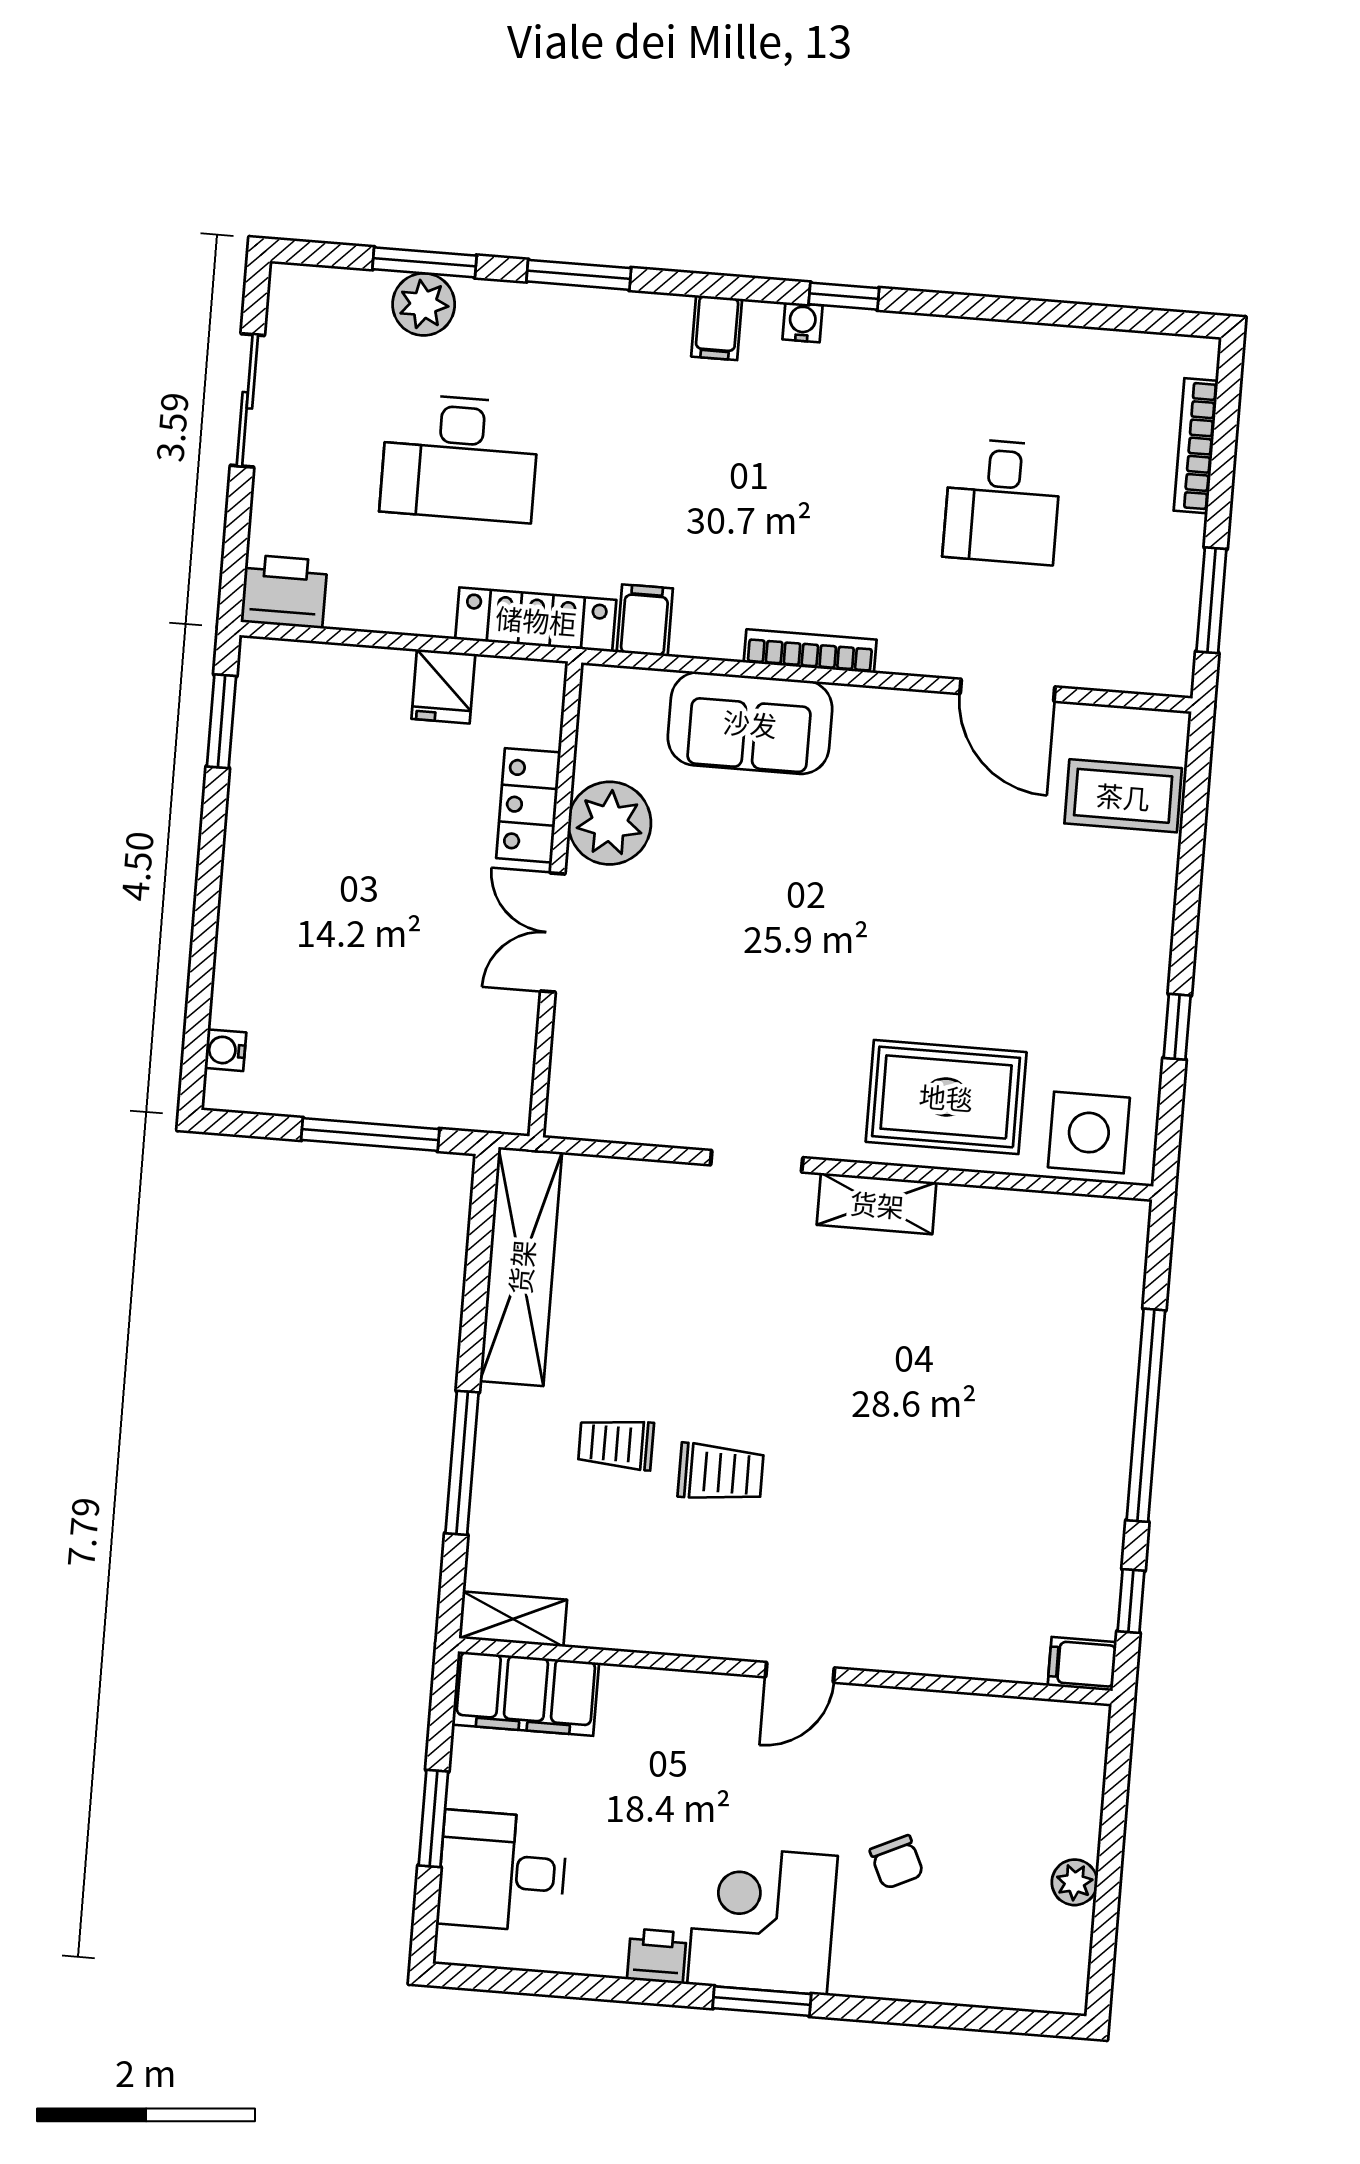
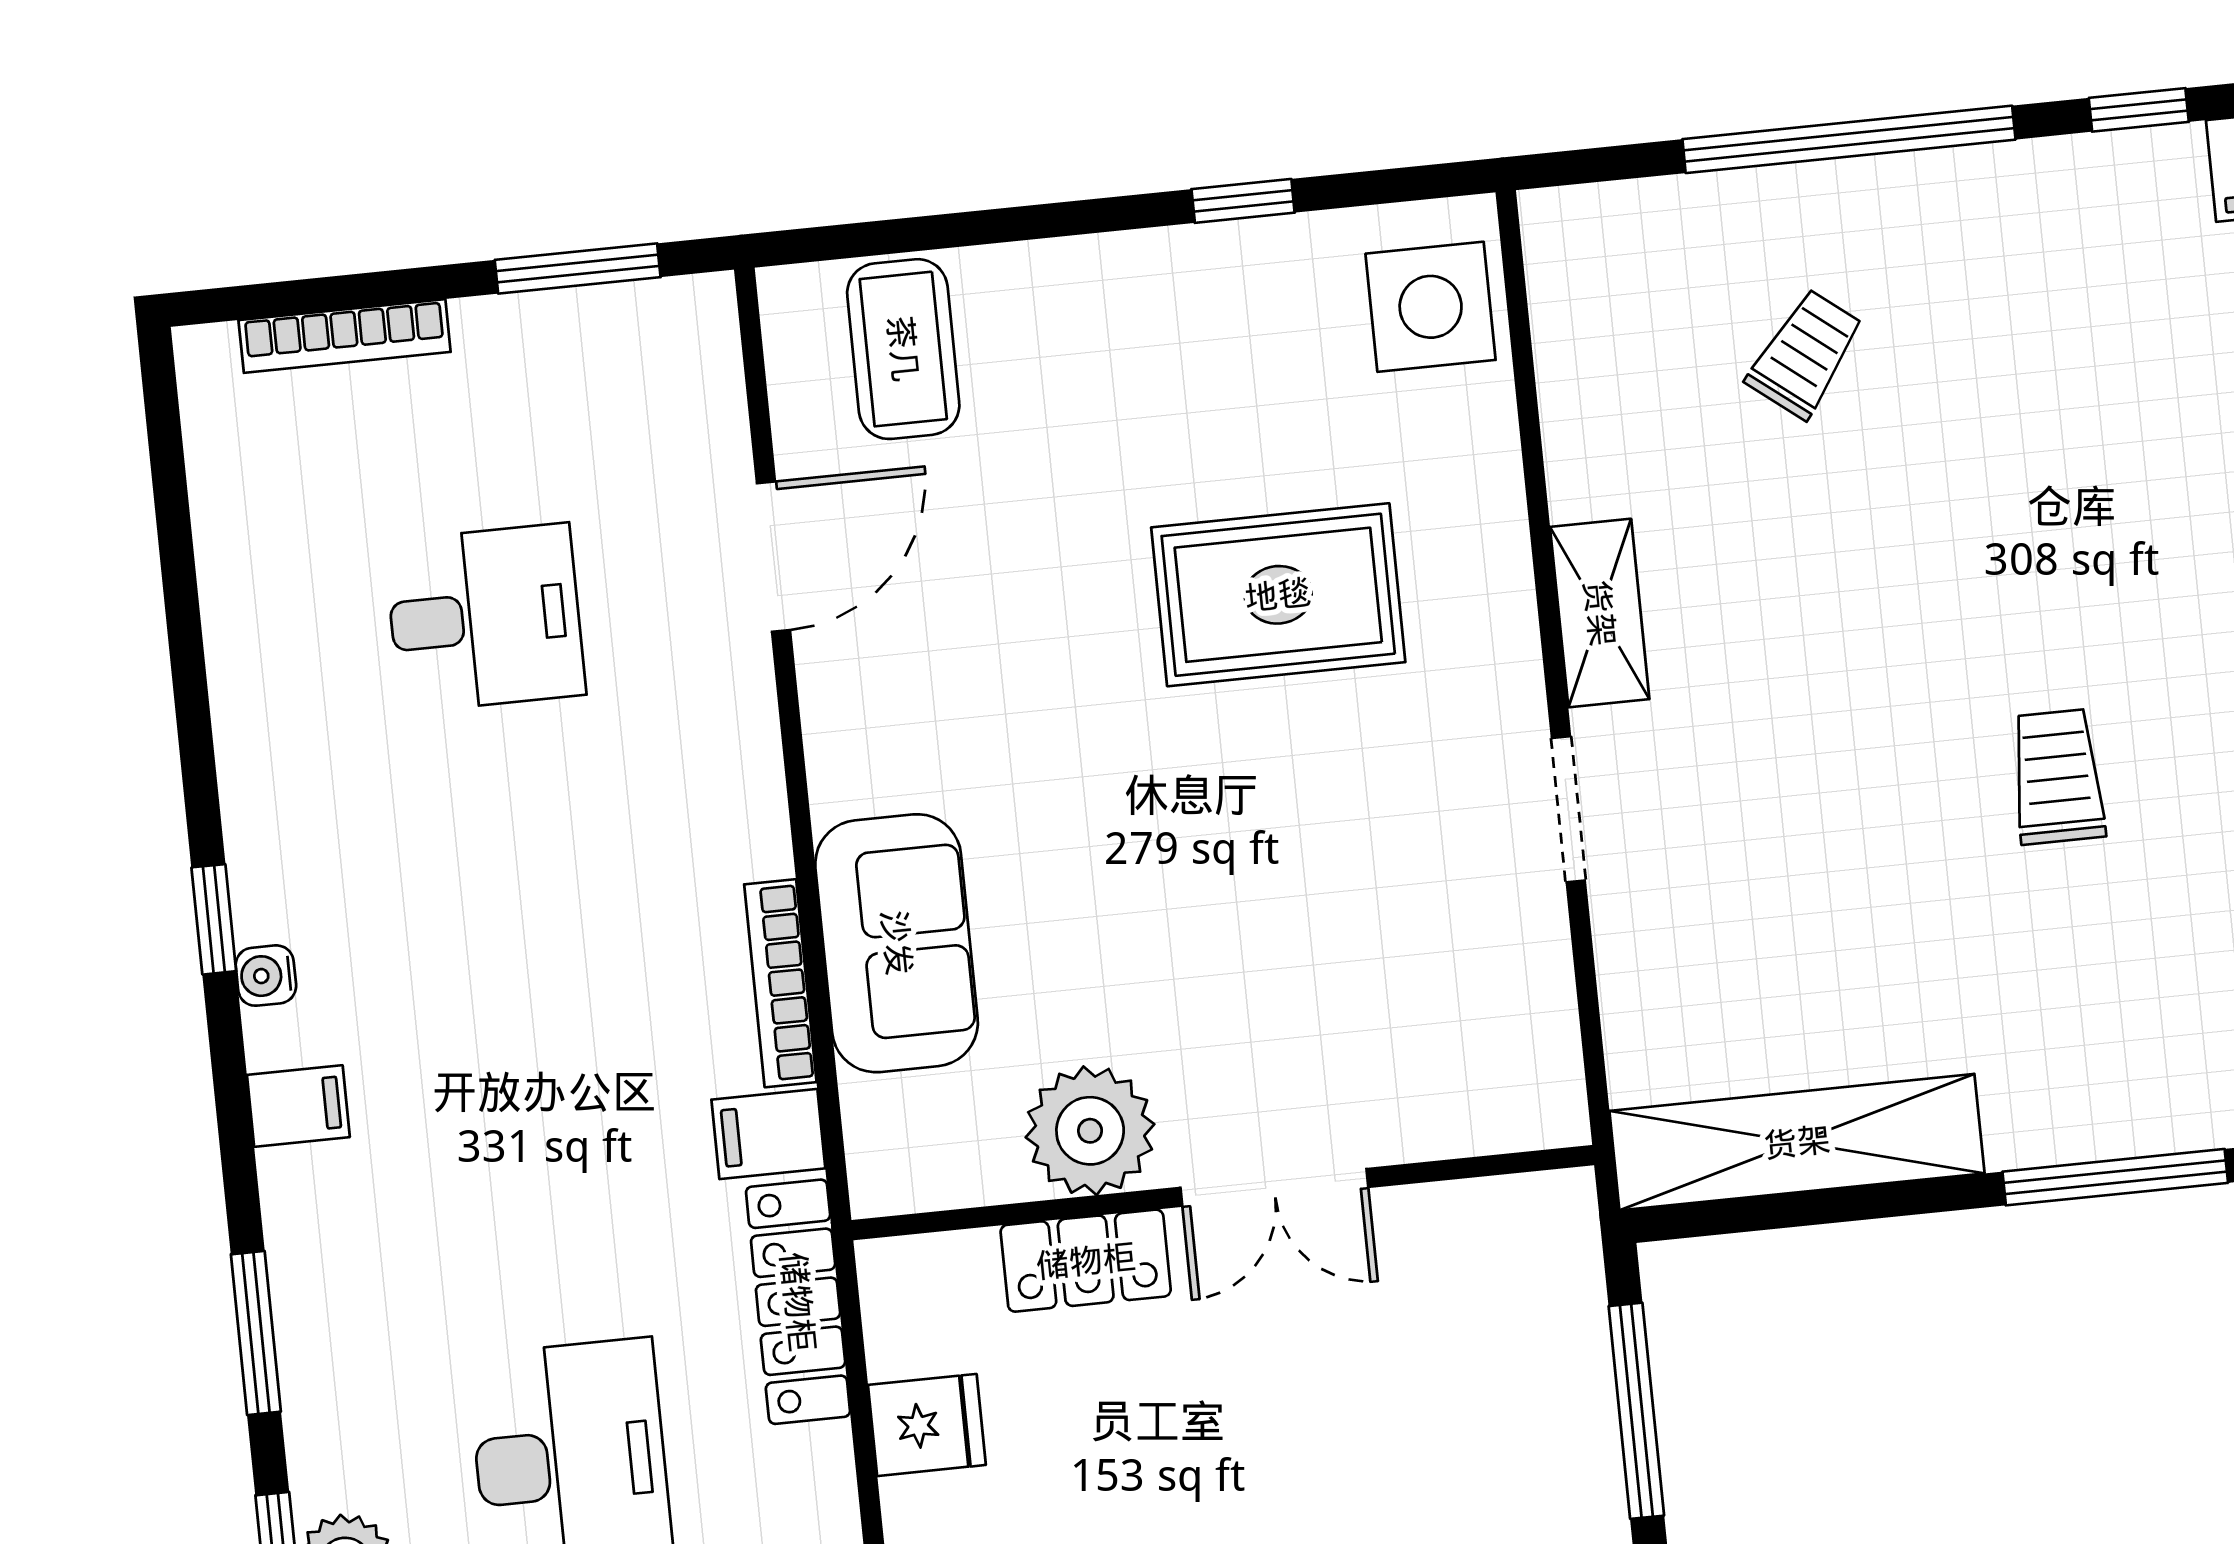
bookcase: (810, 651) -> (780, 983), moved
rug: (946, 1097) -> (1278, 595), moved, turned 90
trolley: (616, 1444) -> (1805, 354), moved, turned -142

